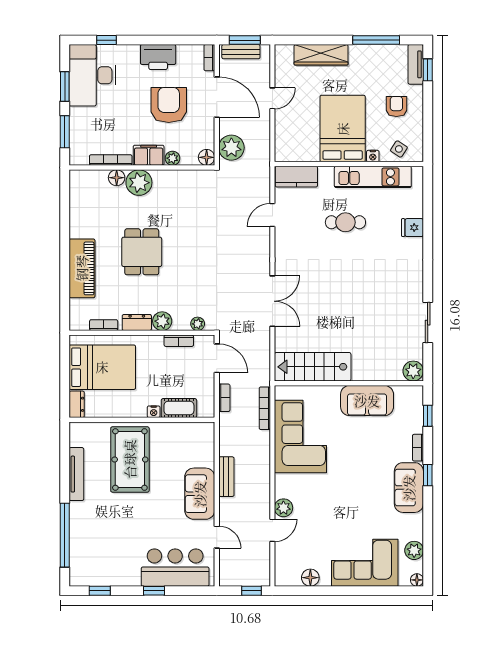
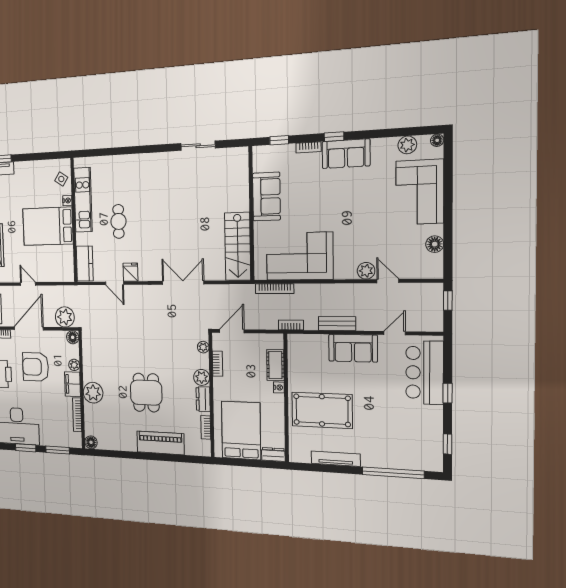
armchair: (396, 106) -> (30, 183), removed
floor lamp: (117, 178) -> (91, 442), moved
fridge: (413, 228) -> (130, 272), moved, turned 180
dining table: (142, 252) -> (146, 393), turned 90
plant: (413, 371) -> (240, 156), removed
bookcase: (224, 398) -> (291, 325), moved

